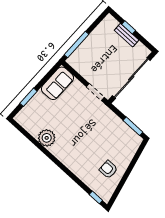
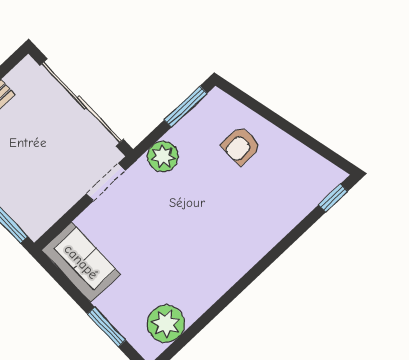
plant: (109, 117) -> (163, 156), added
plant: (47, 138) -> (166, 324), moved
armchair: (108, 169) -> (241, 146), moved

